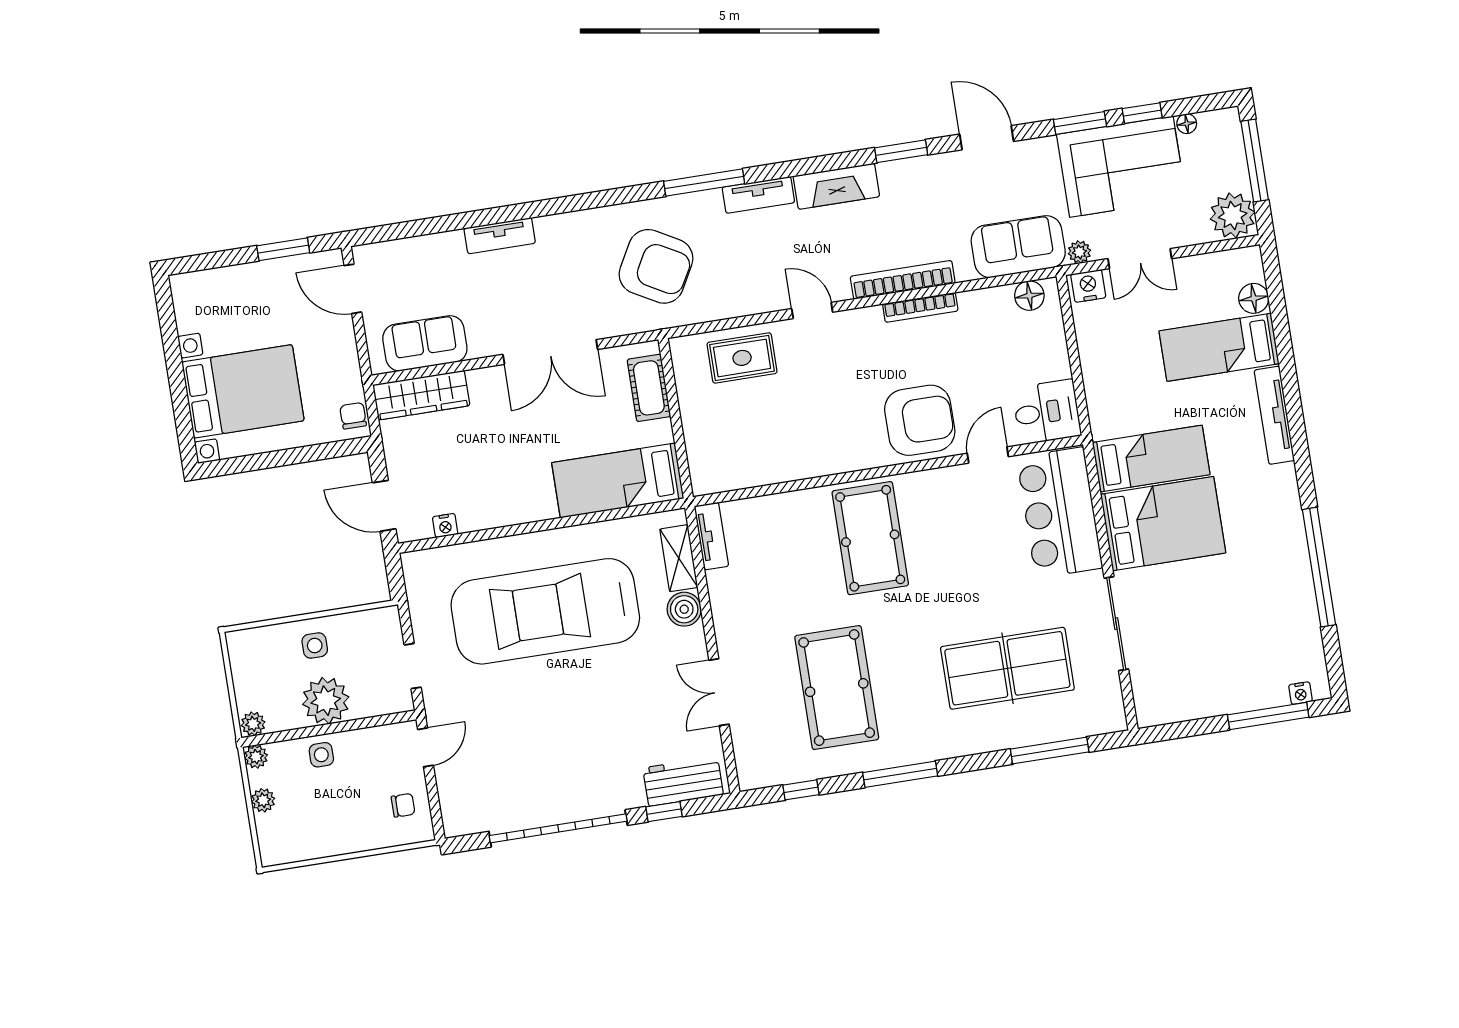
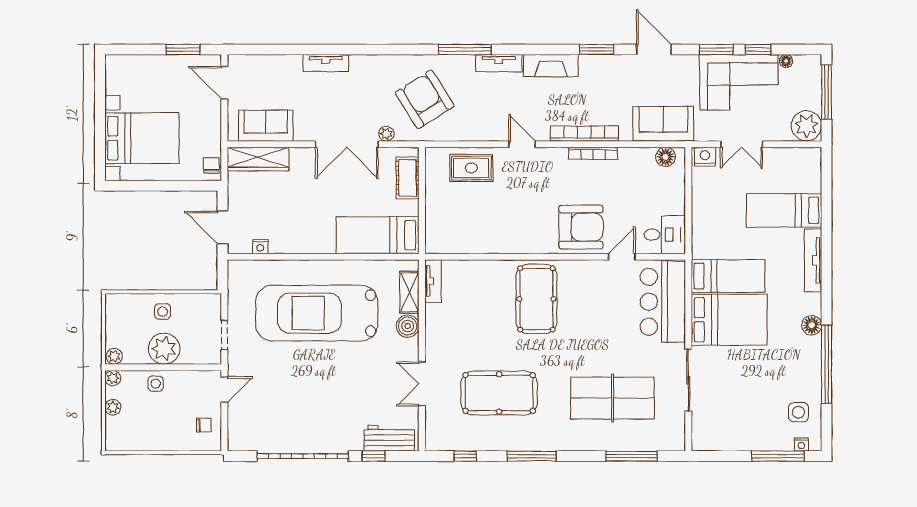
plant: (1079, 252) -> (386, 134), moved
armchair: (656, 266) -> (425, 99), turned -151
floor lamp: (1254, 298) -> (812, 325), moved
side table: (1288, 645) -> (798, 412), added
pool table: (837, 688) -> (499, 393), turned 90

